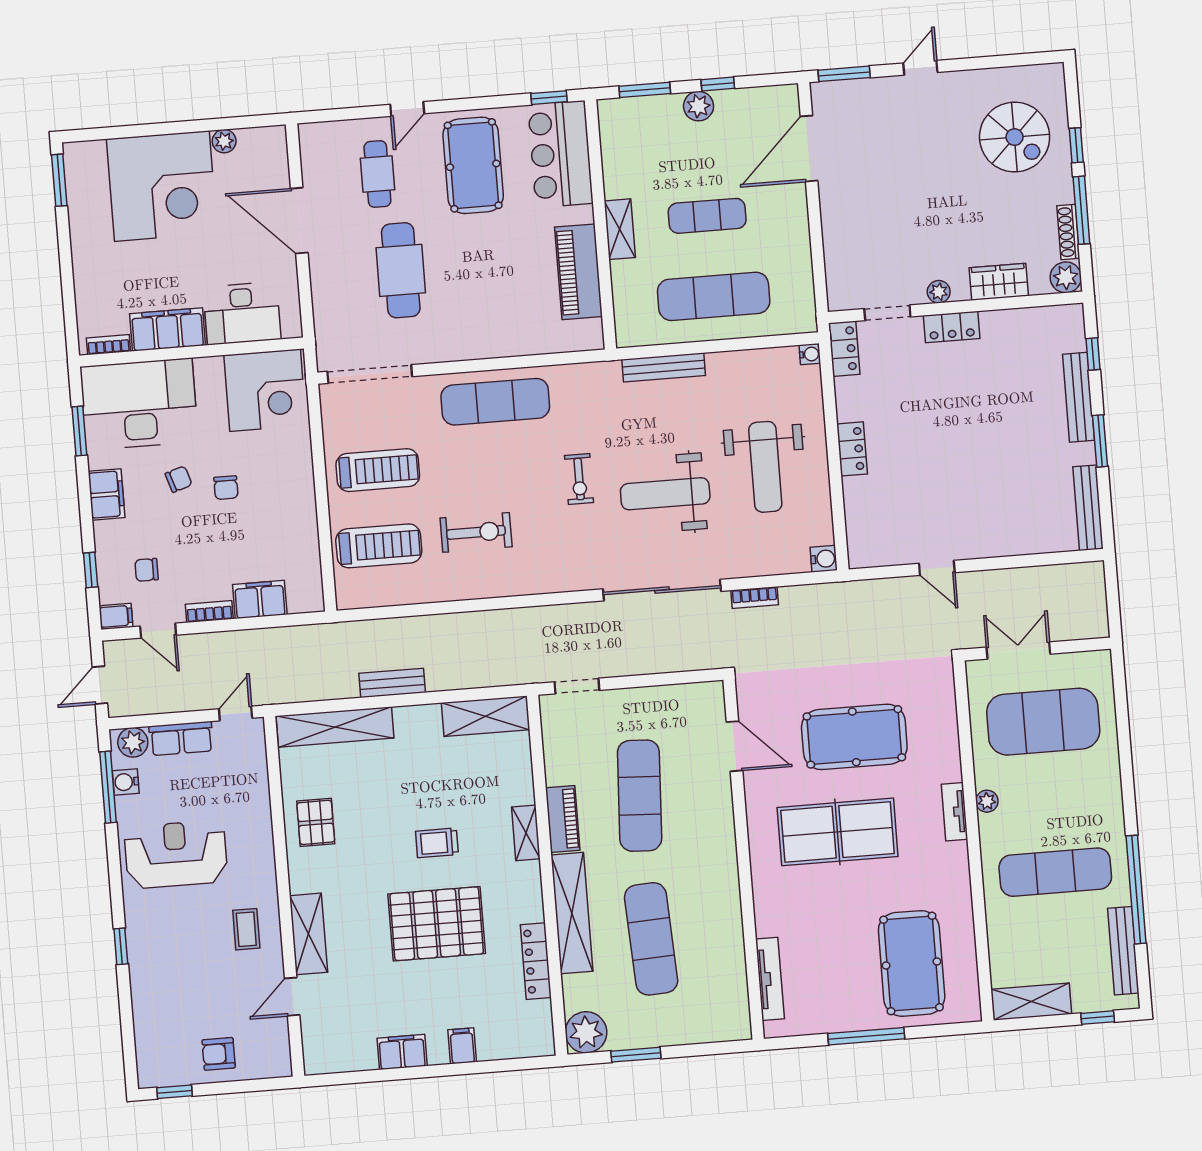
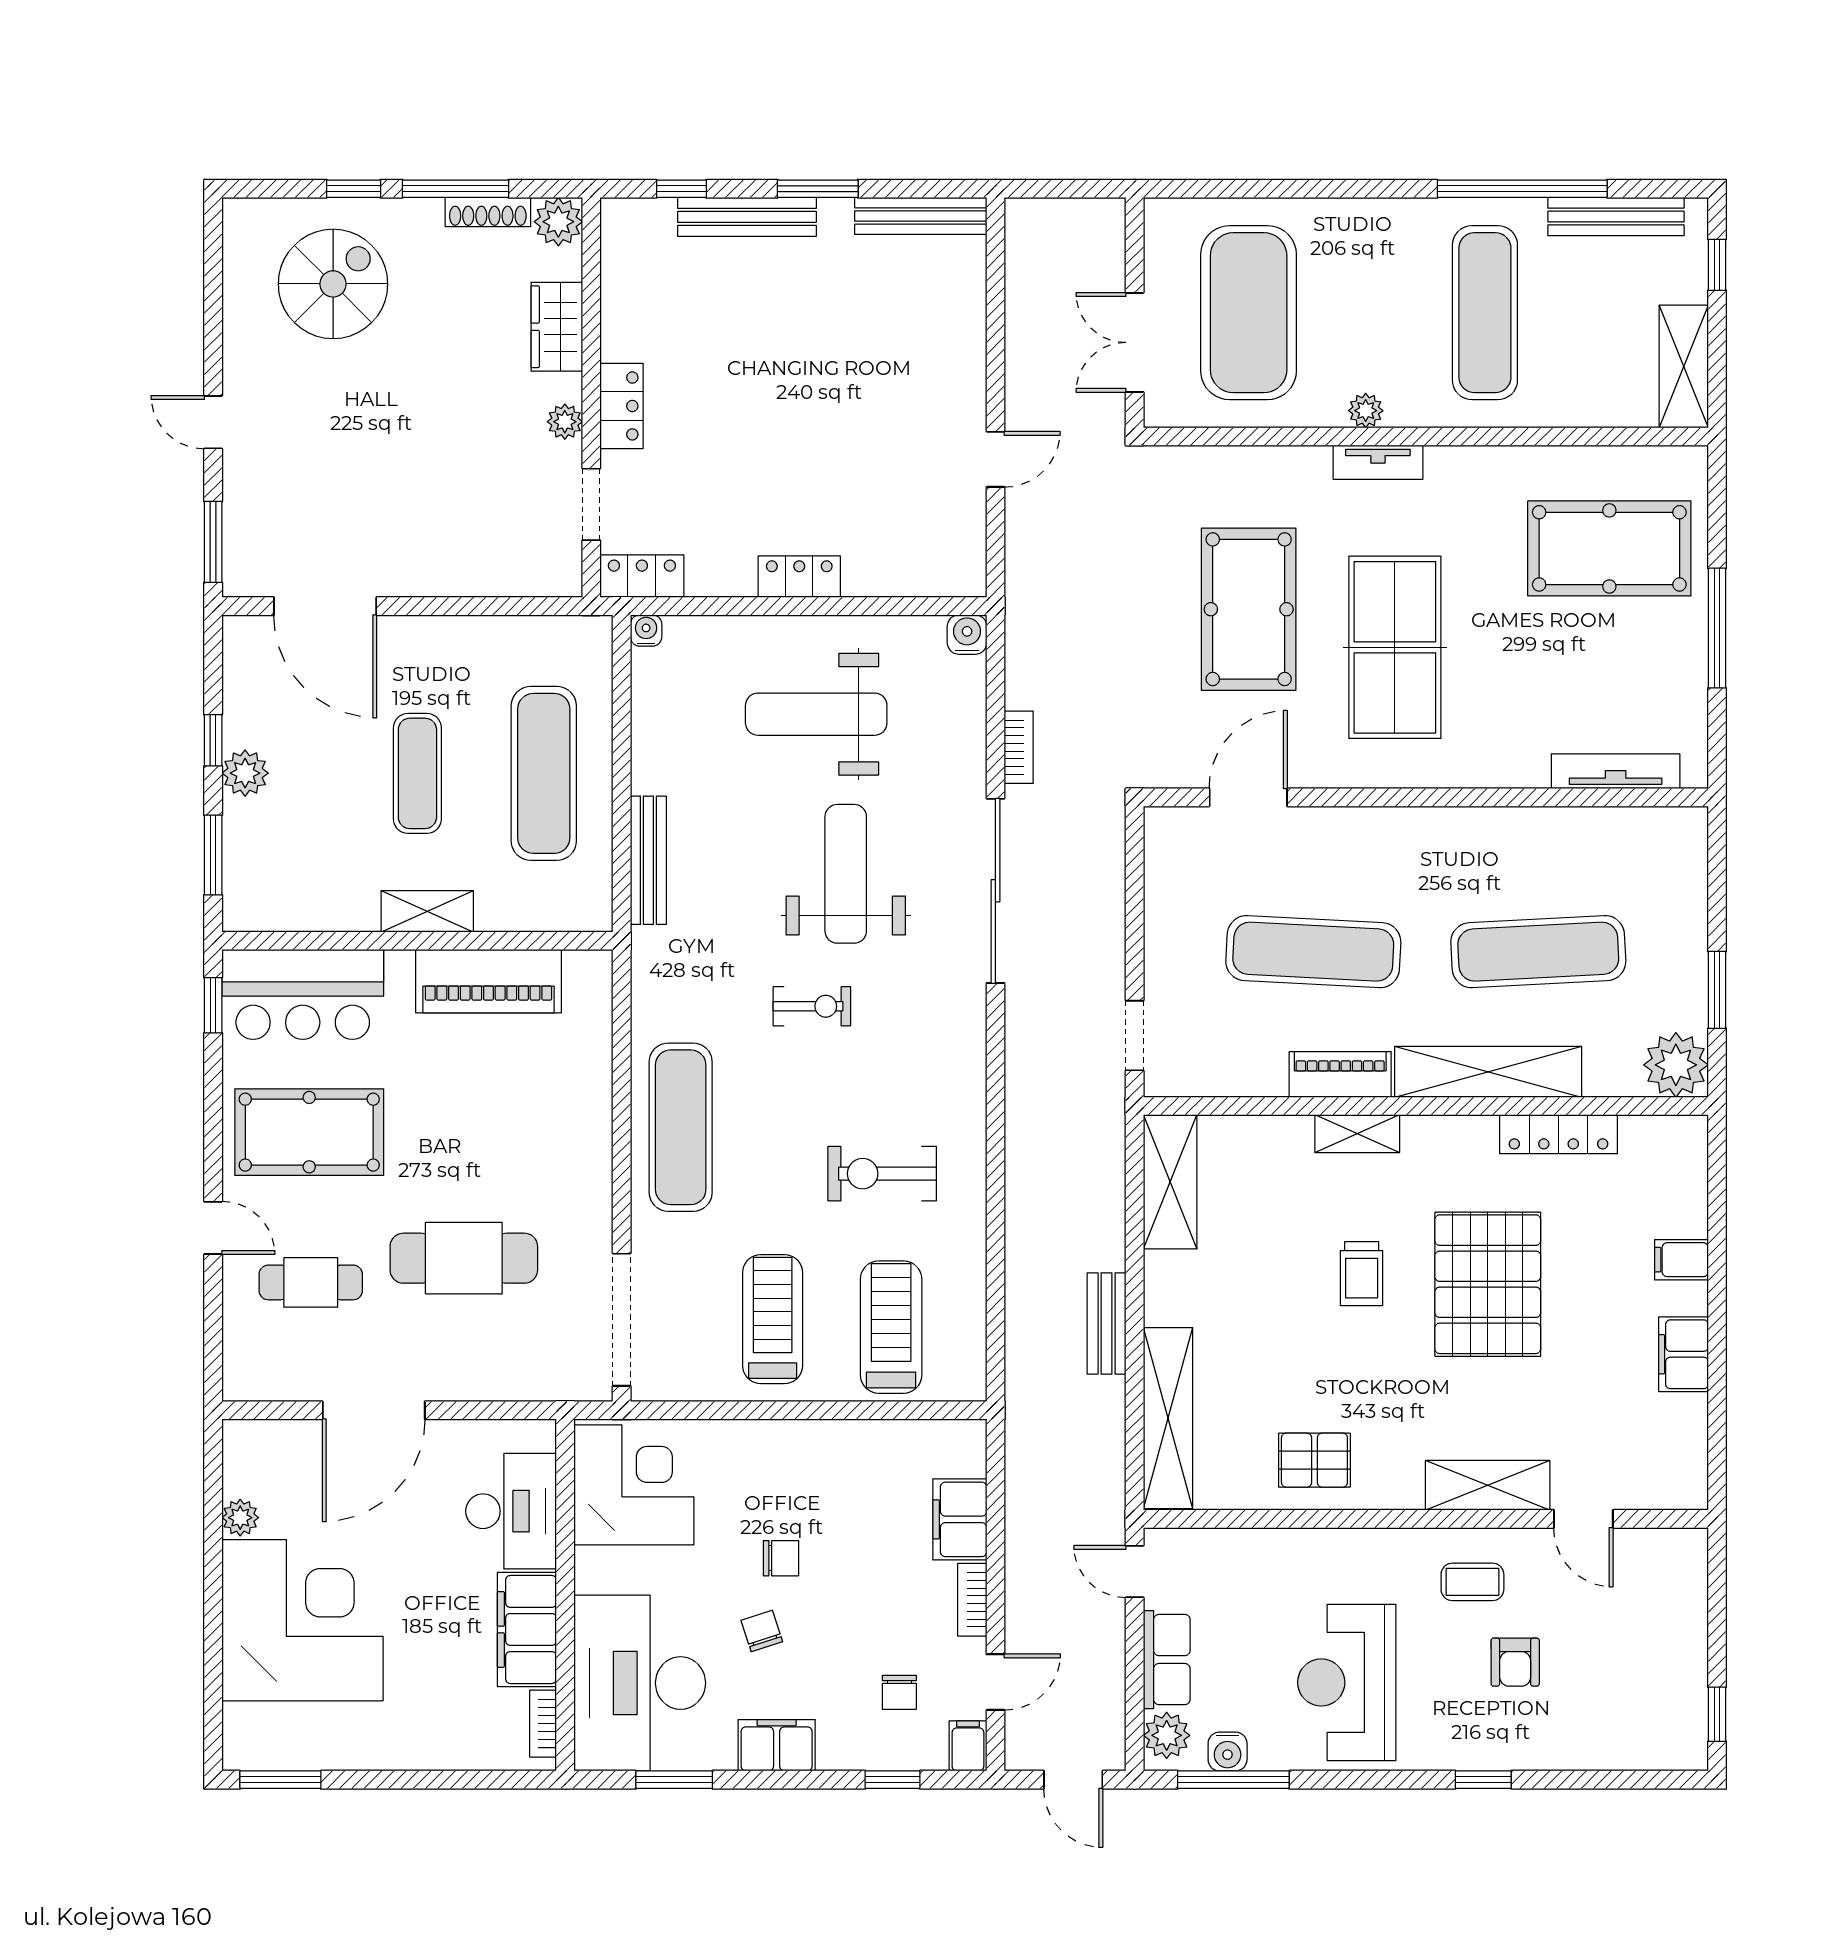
weight bench: (765, 467) -> (816, 714), turned 180
weight bench: (665, 494) -> (846, 874), turned 180
exercise bike: (476, 532) -> (882, 1174), turned -90
armchair: (219, 1054) -> (1515, 1662), moved

